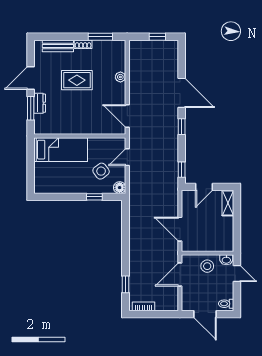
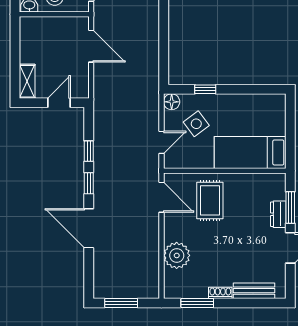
window: (157, 37) -> (121, 303), width x1.50
plant: (120, 77) -> (177, 255), width x1.88, depth x1.88
rug: (77, 80) -> (210, 200), moved, turned 90
window: (182, 170) -> (89, 151), moved

